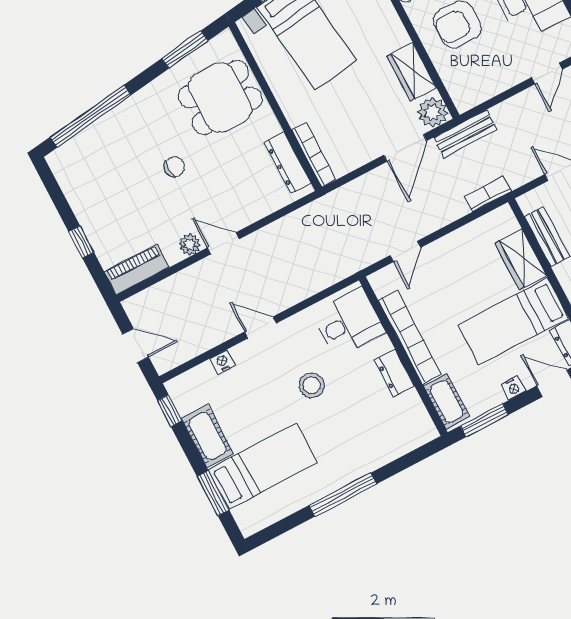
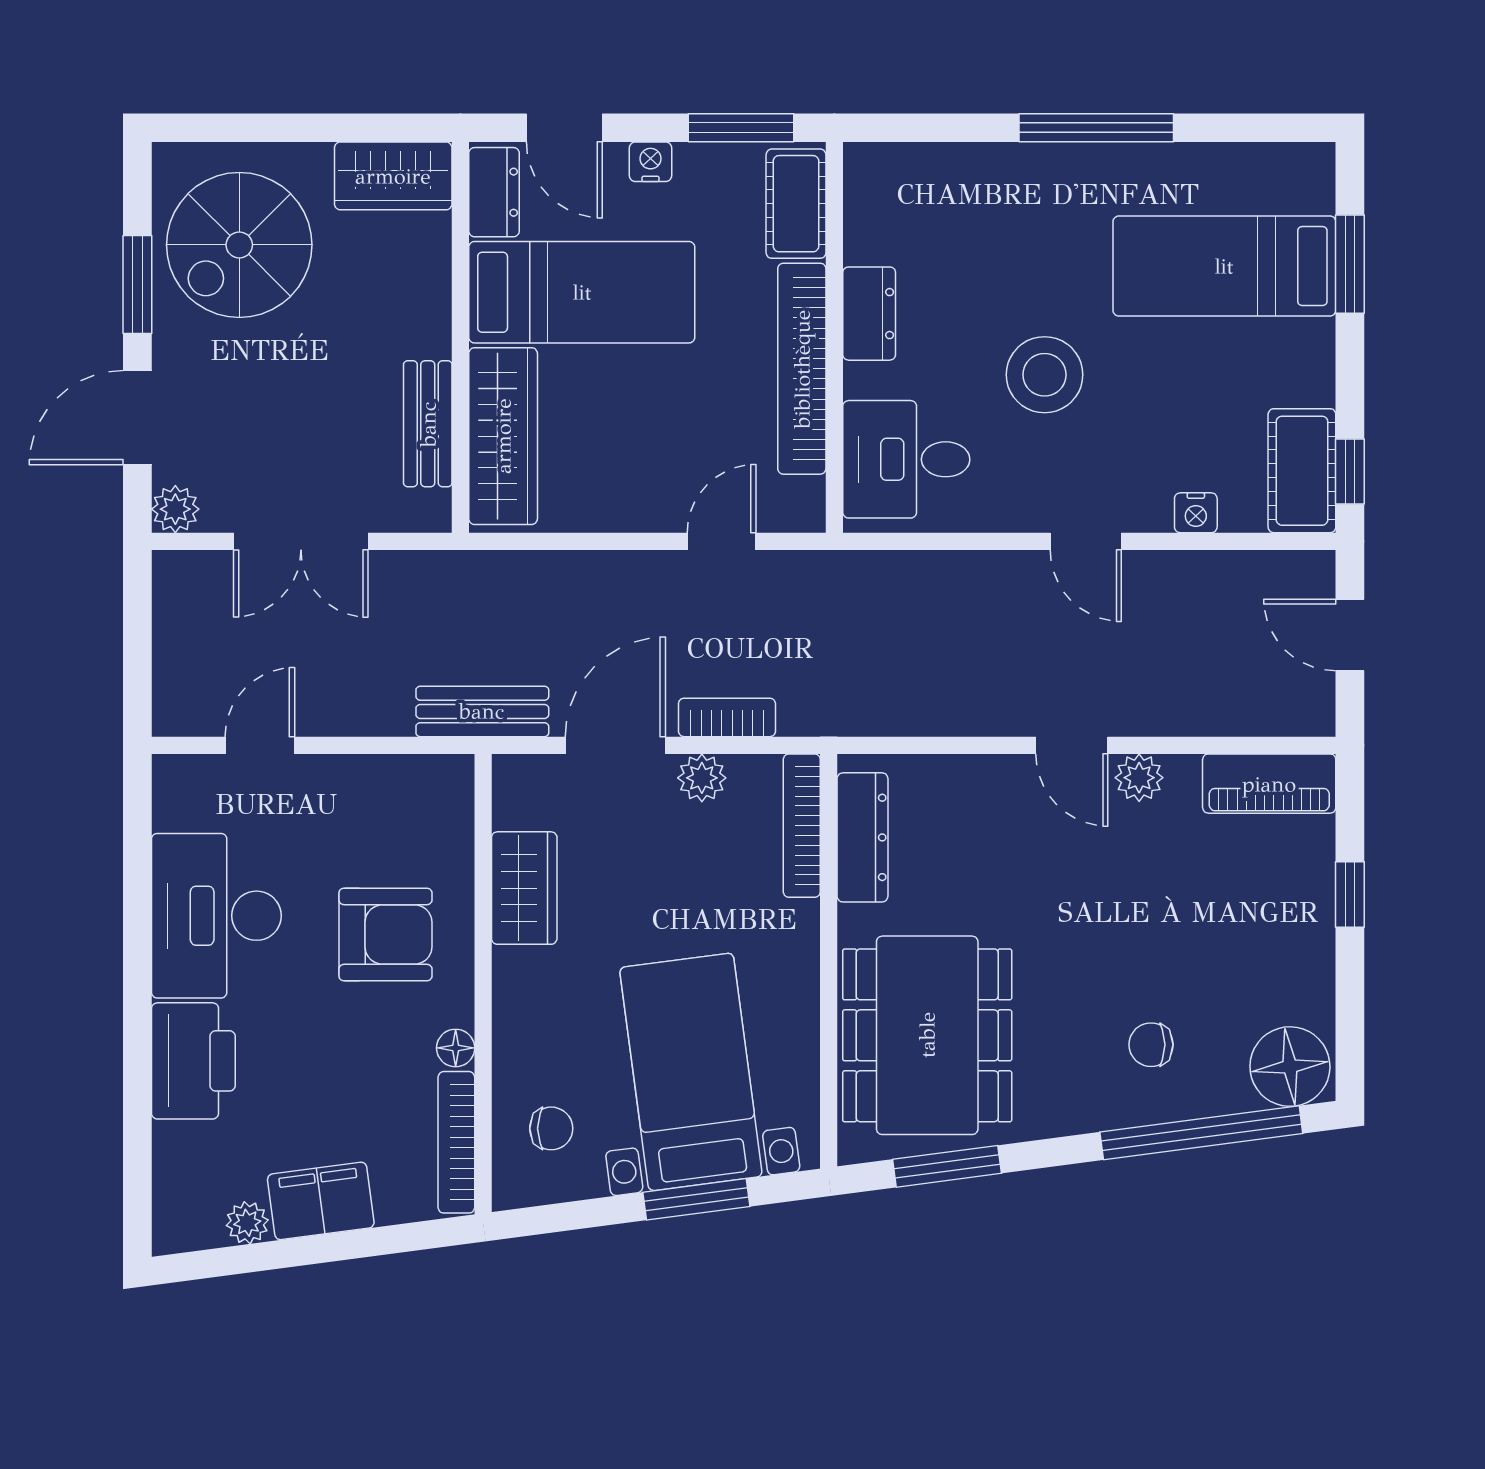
dining table: (220, 98) -> (927, 1035), width x1.38
plant: (433, 112) -> (702, 778), moved, width x0.73, depth x0.73
floor lamp: (69, 161) -> (1290, 1067), added
chair: (174, 167) -> (1151, 1045), moved
bookcase: (488, 194) -> (727, 717), moved, turned 180
wardrobe: (521, 259) -> (503, 436), width x1.50
stool: (312, 385) -> (1045, 375), width x1.38, depth x1.38
cot: (207, 436) -> (1302, 471), moved

